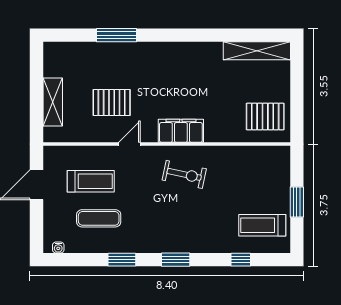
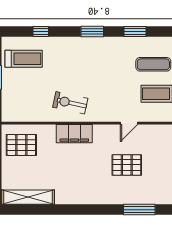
pallet: (112, 103) -> (127, 165), moved
filing cabinet: (181, 131) -> (74, 134), moved
exercise bike: (184, 174) -> (70, 103), moved

